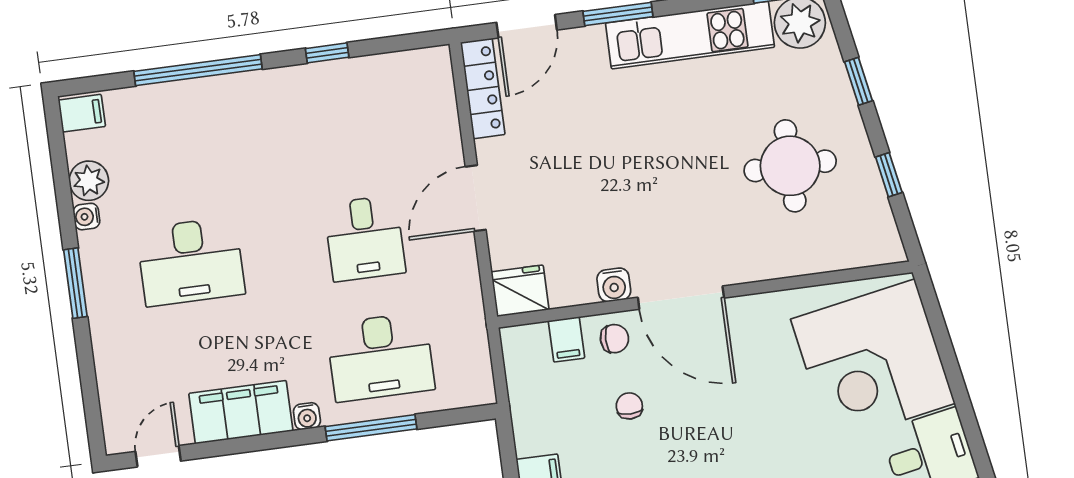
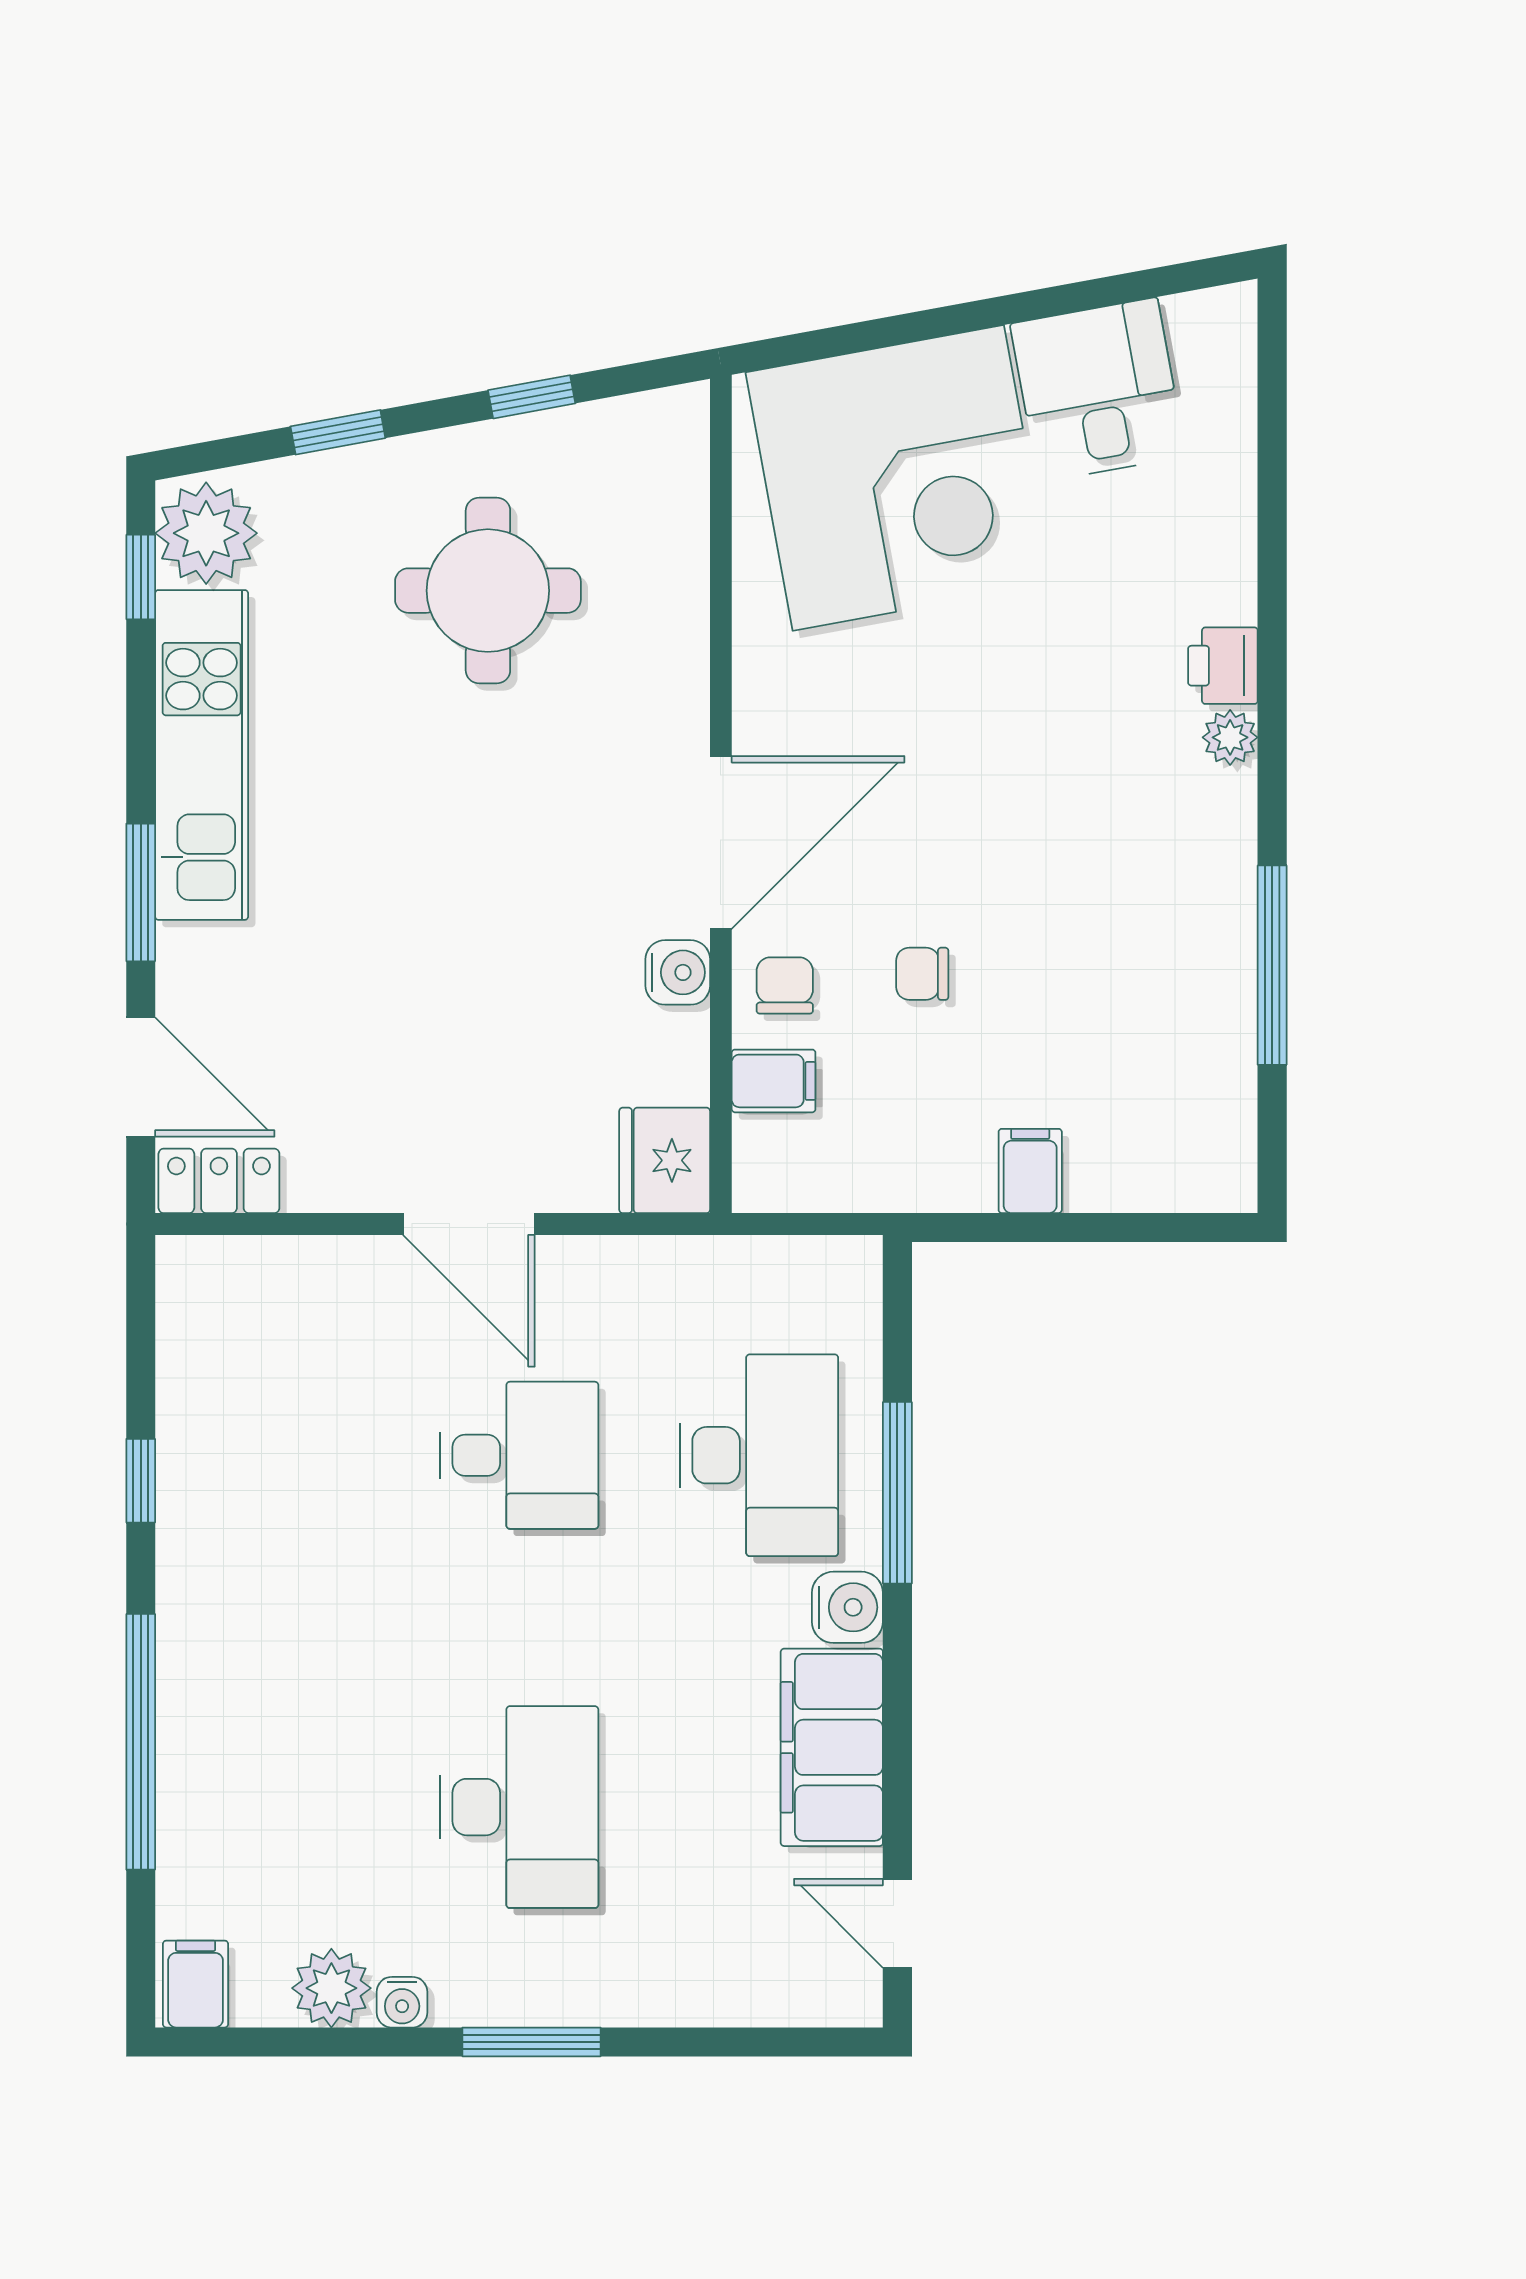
locker: (483, 88) -> (219, 1181), width x0.66
water cooler: (307, 416) -> (847, 1607), width x1.38, depth x1.38

